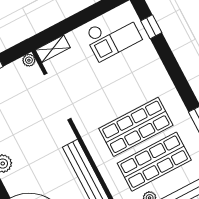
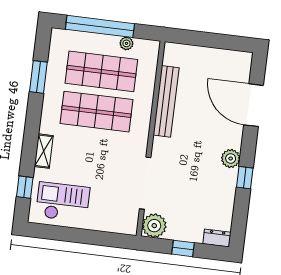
shelving: (53, 49) -> (44, 151), moved, turned 90
plant: (29, 60) -> (154, 226), width x1.87, depth x1.87

